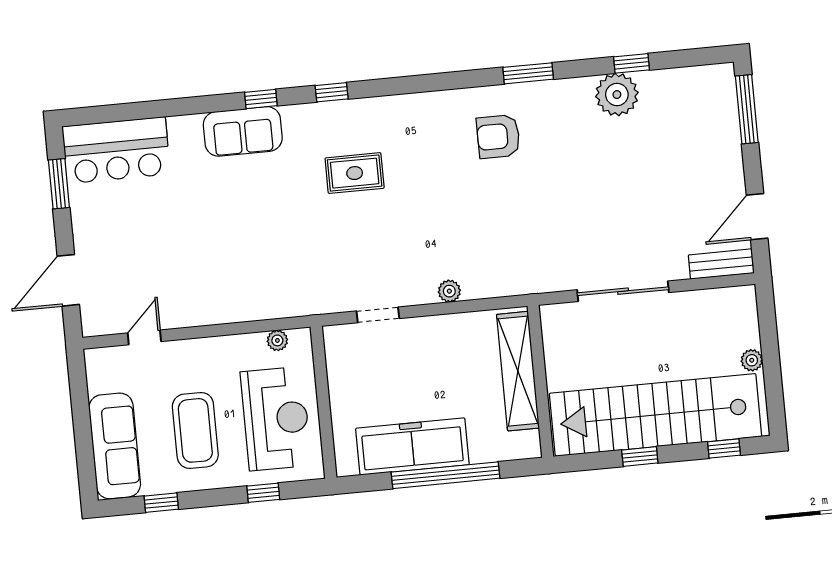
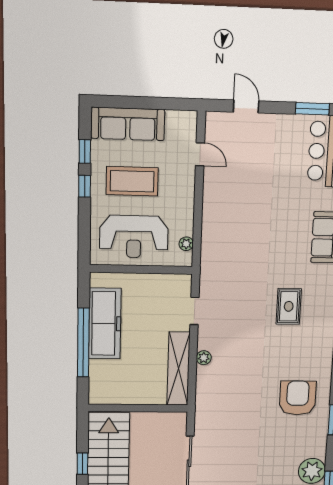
armchair: (498, 136) -> (298, 398), width x1.36, depth x1.36
door: (68, 280) -> (246, 106), width x0.73
shelving: (518, 371) -> (178, 369), moved, turned 90
window: (263, 493) -> (85, 186), moved

